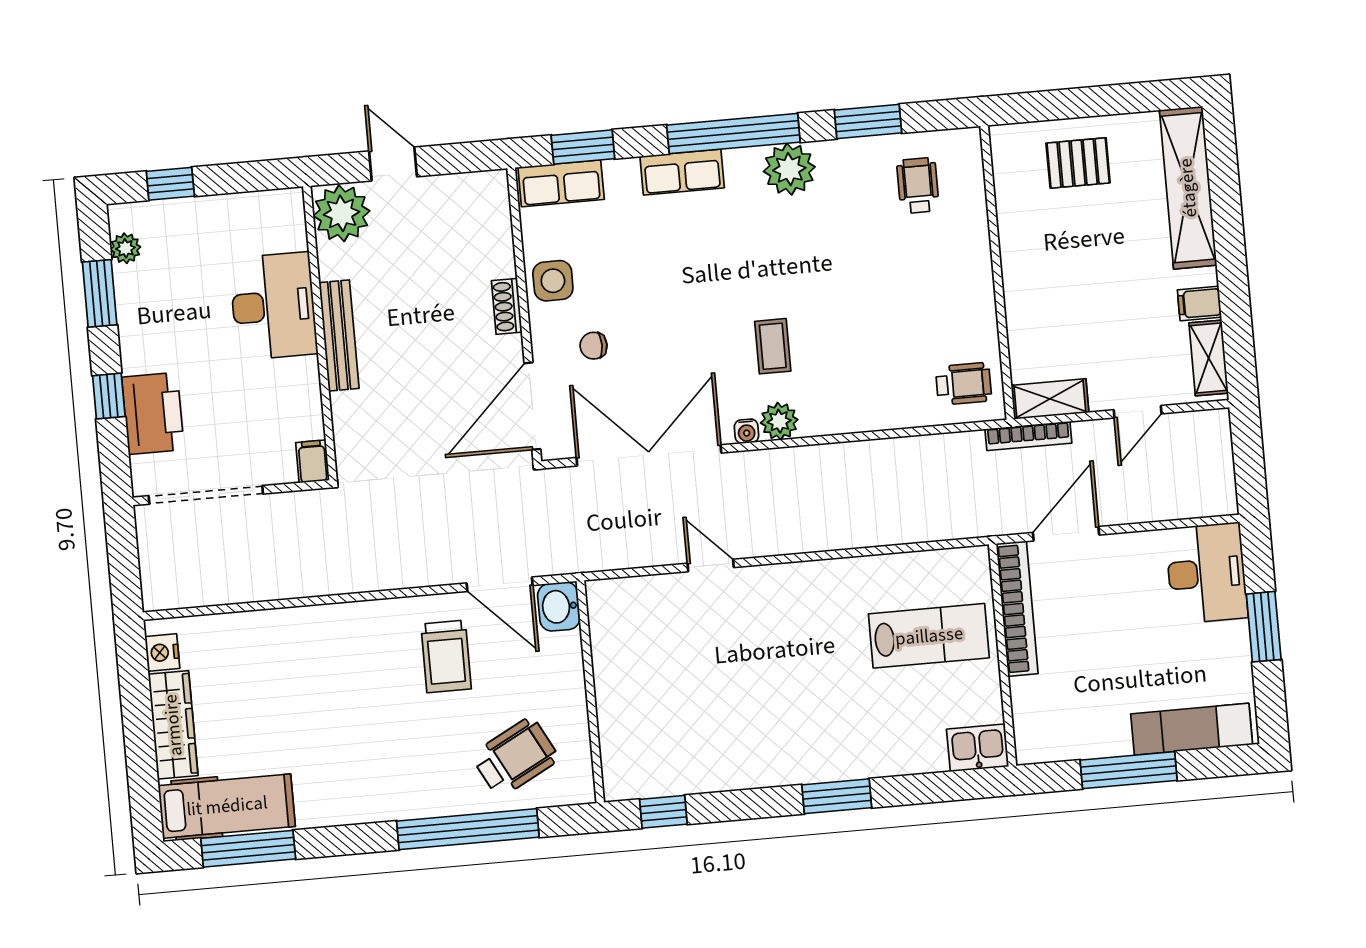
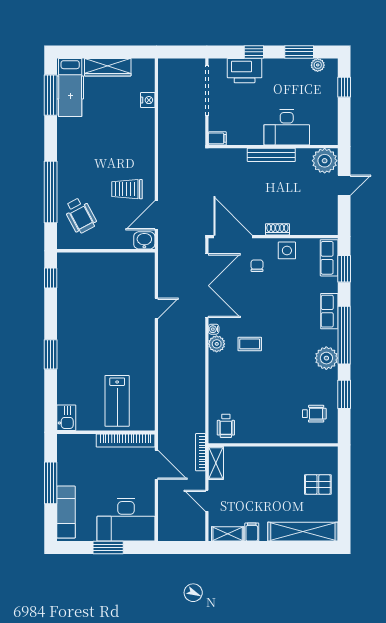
pallet: (1078, 163) -> (318, 484), turned 90
desk: (1206, 573) -> (126, 520), width x1.36, depth x1.30
nightstand: (162, 653) -> (148, 100), moved, turned 90

